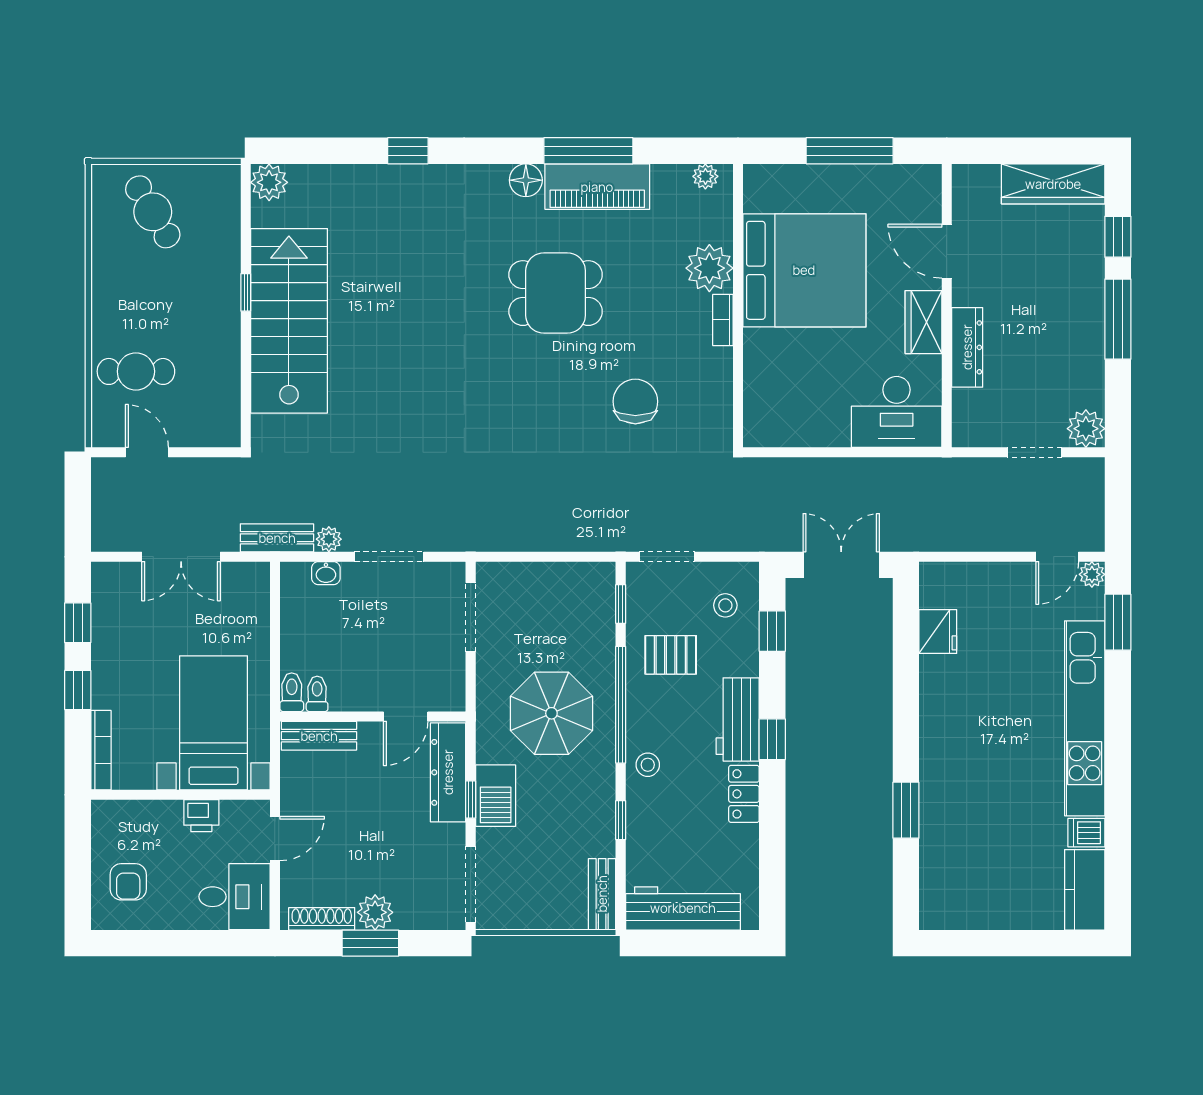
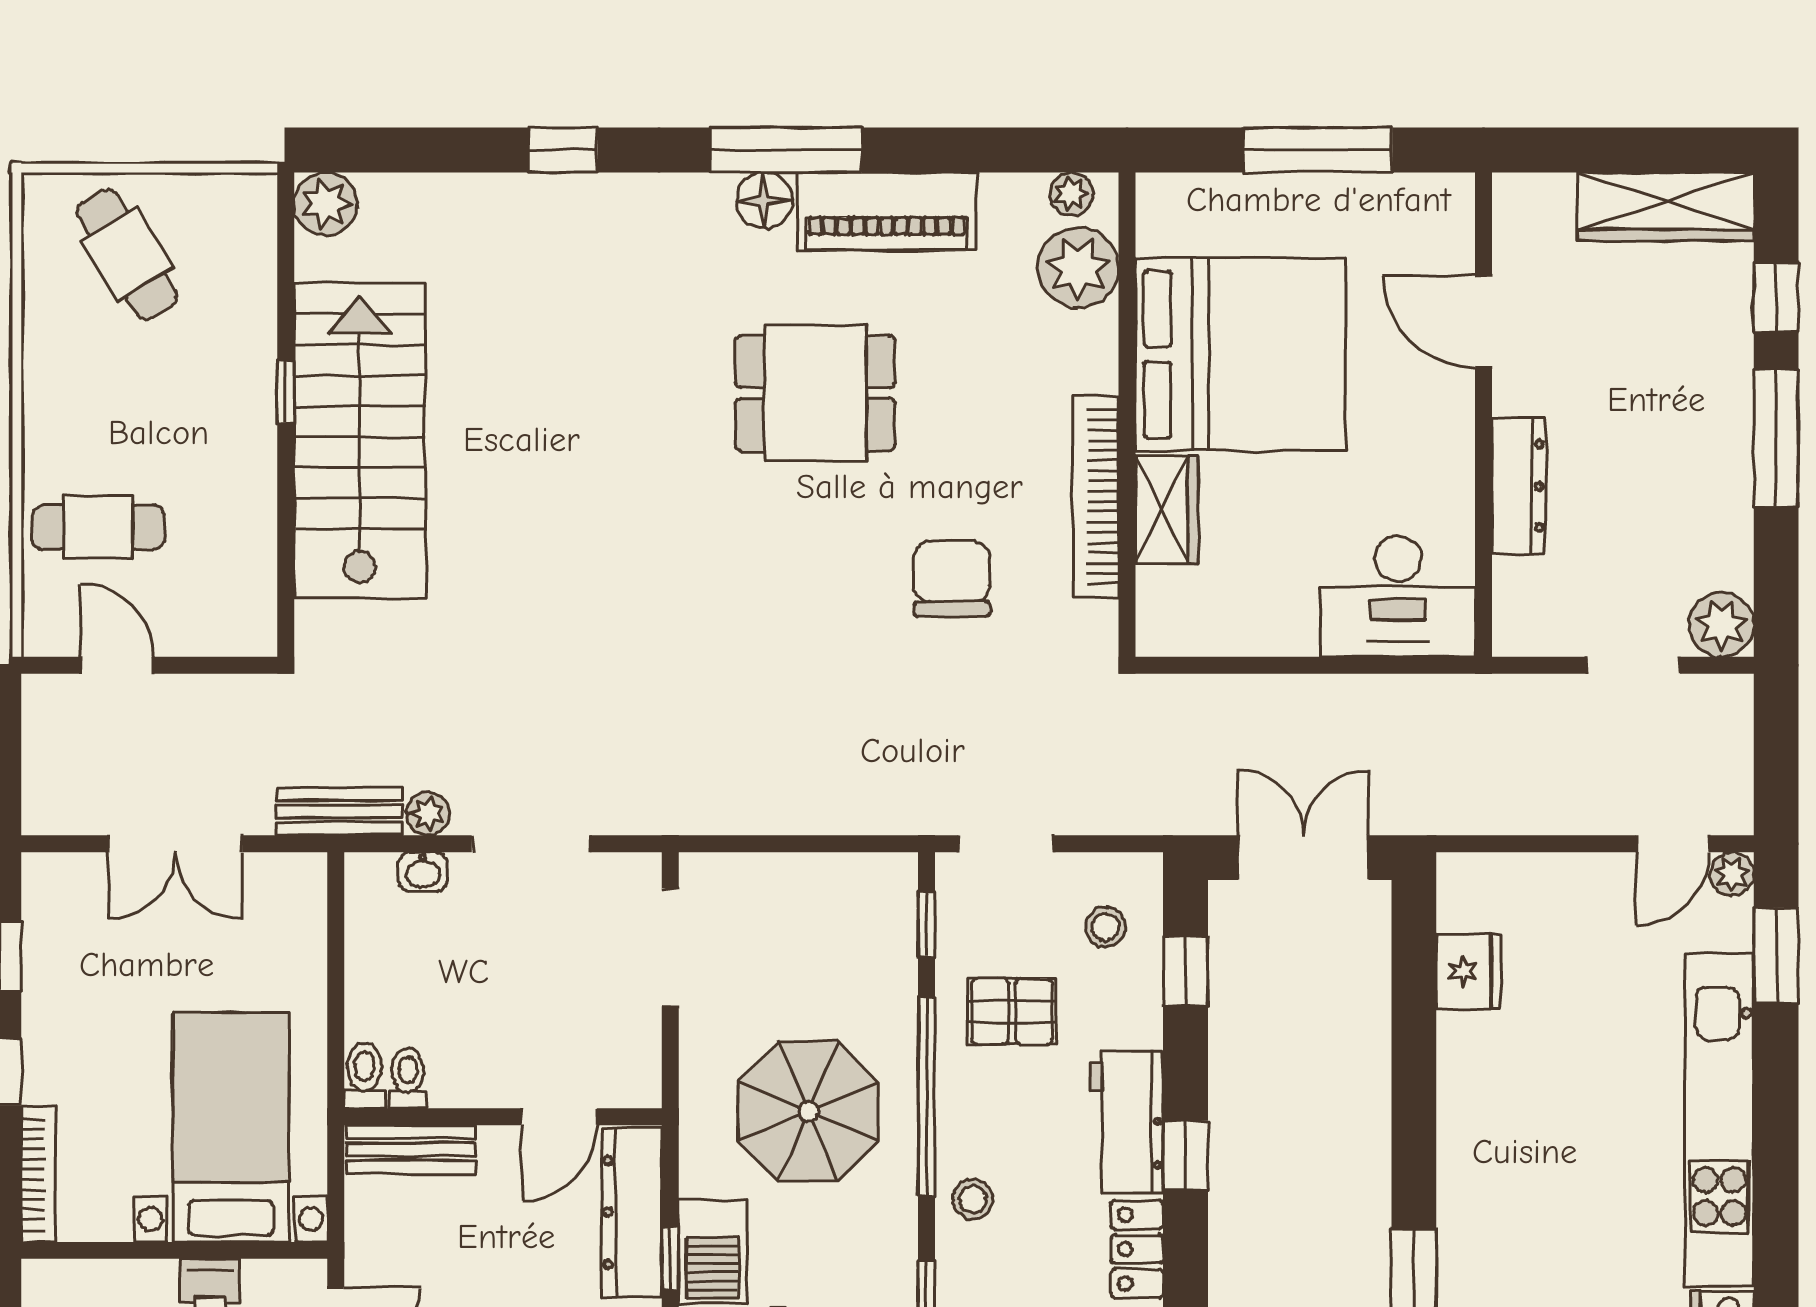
window: (588, 151) -> (786, 150), moved
plant: (709, 268) -> (1078, 268), moved
bookcase: (723, 320) -> (1096, 497), width x2.31, depth x1.31
wardrobe: (923, 322) -> (1167, 509), moved, turned 180

